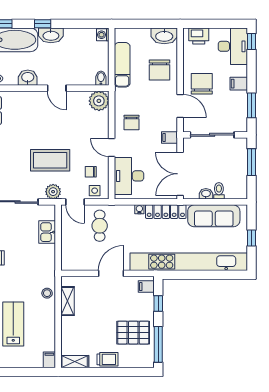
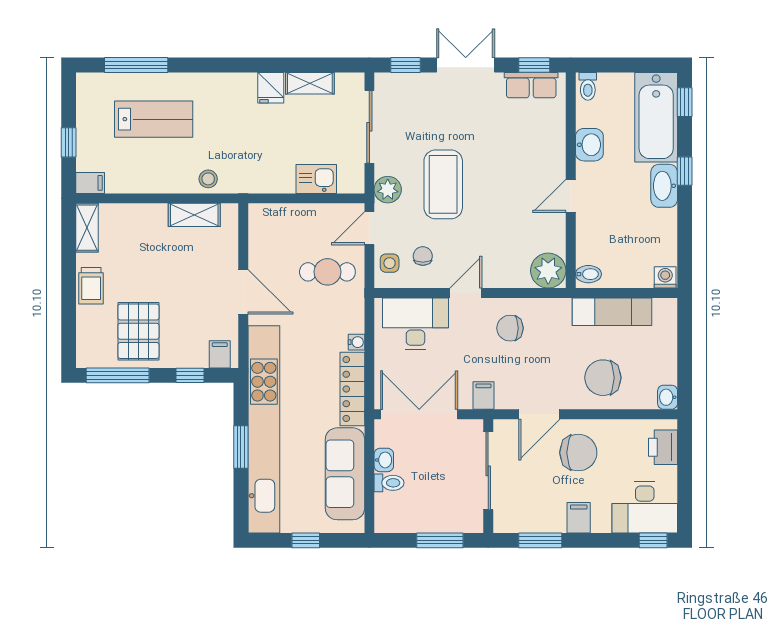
washbasin: (164, 36) -> (668, 397), width x0.52, depth x0.69
window: (199, 275) -> (241, 447), added
window: (26, 372) -> (69, 142), added

